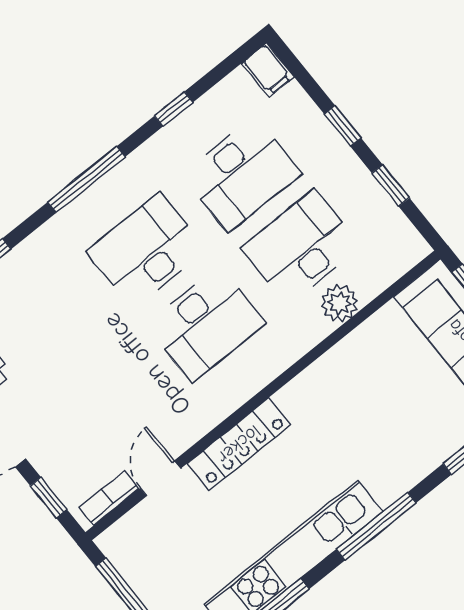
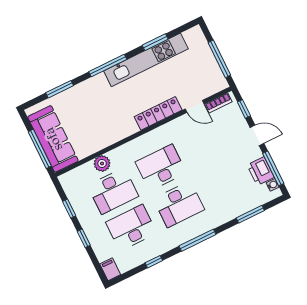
door: (160, 478) -> (195, 106), hinge flipped

